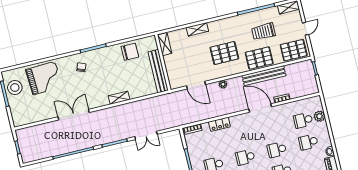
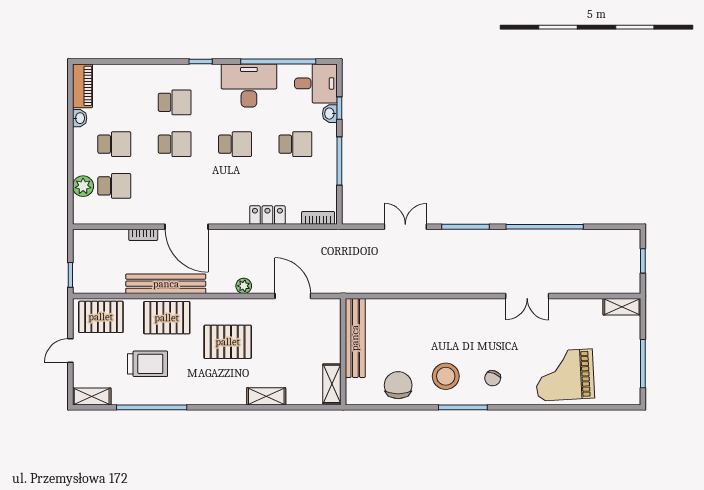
chair: (130, 52) -> (398, 385), turned 90
stool: (15, 87) -> (446, 376), moved
shelving: (119, 98) -> (622, 307), moved
double door: (74, 115) -> (527, 296), width x0.73

